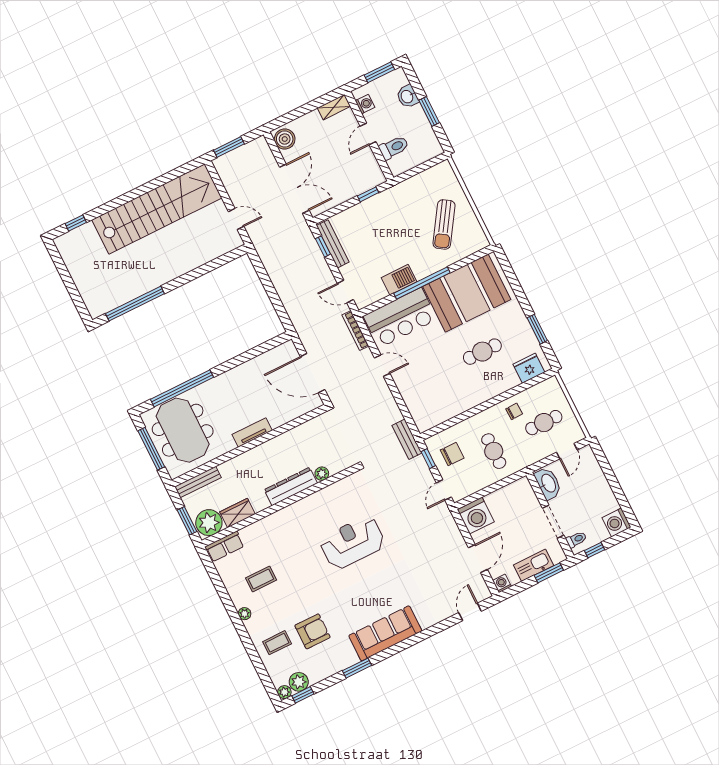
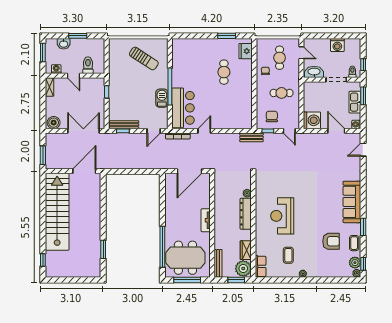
door: (236, 219) -> (84, 171), width x1.87
booth: (467, 293) -> (188, 65), removed
window: (135, 304) -> (103, 249), width x0.47
washing machine: (616, 523) -> (337, 45), moved
reception desk: (352, 543) -> (282, 216), moved
door: (470, 612) -> (363, 150), hinge flipped
armchair: (313, 631) -> (331, 241), turned 90
coffee table: (277, 643) -> (354, 243), moved

